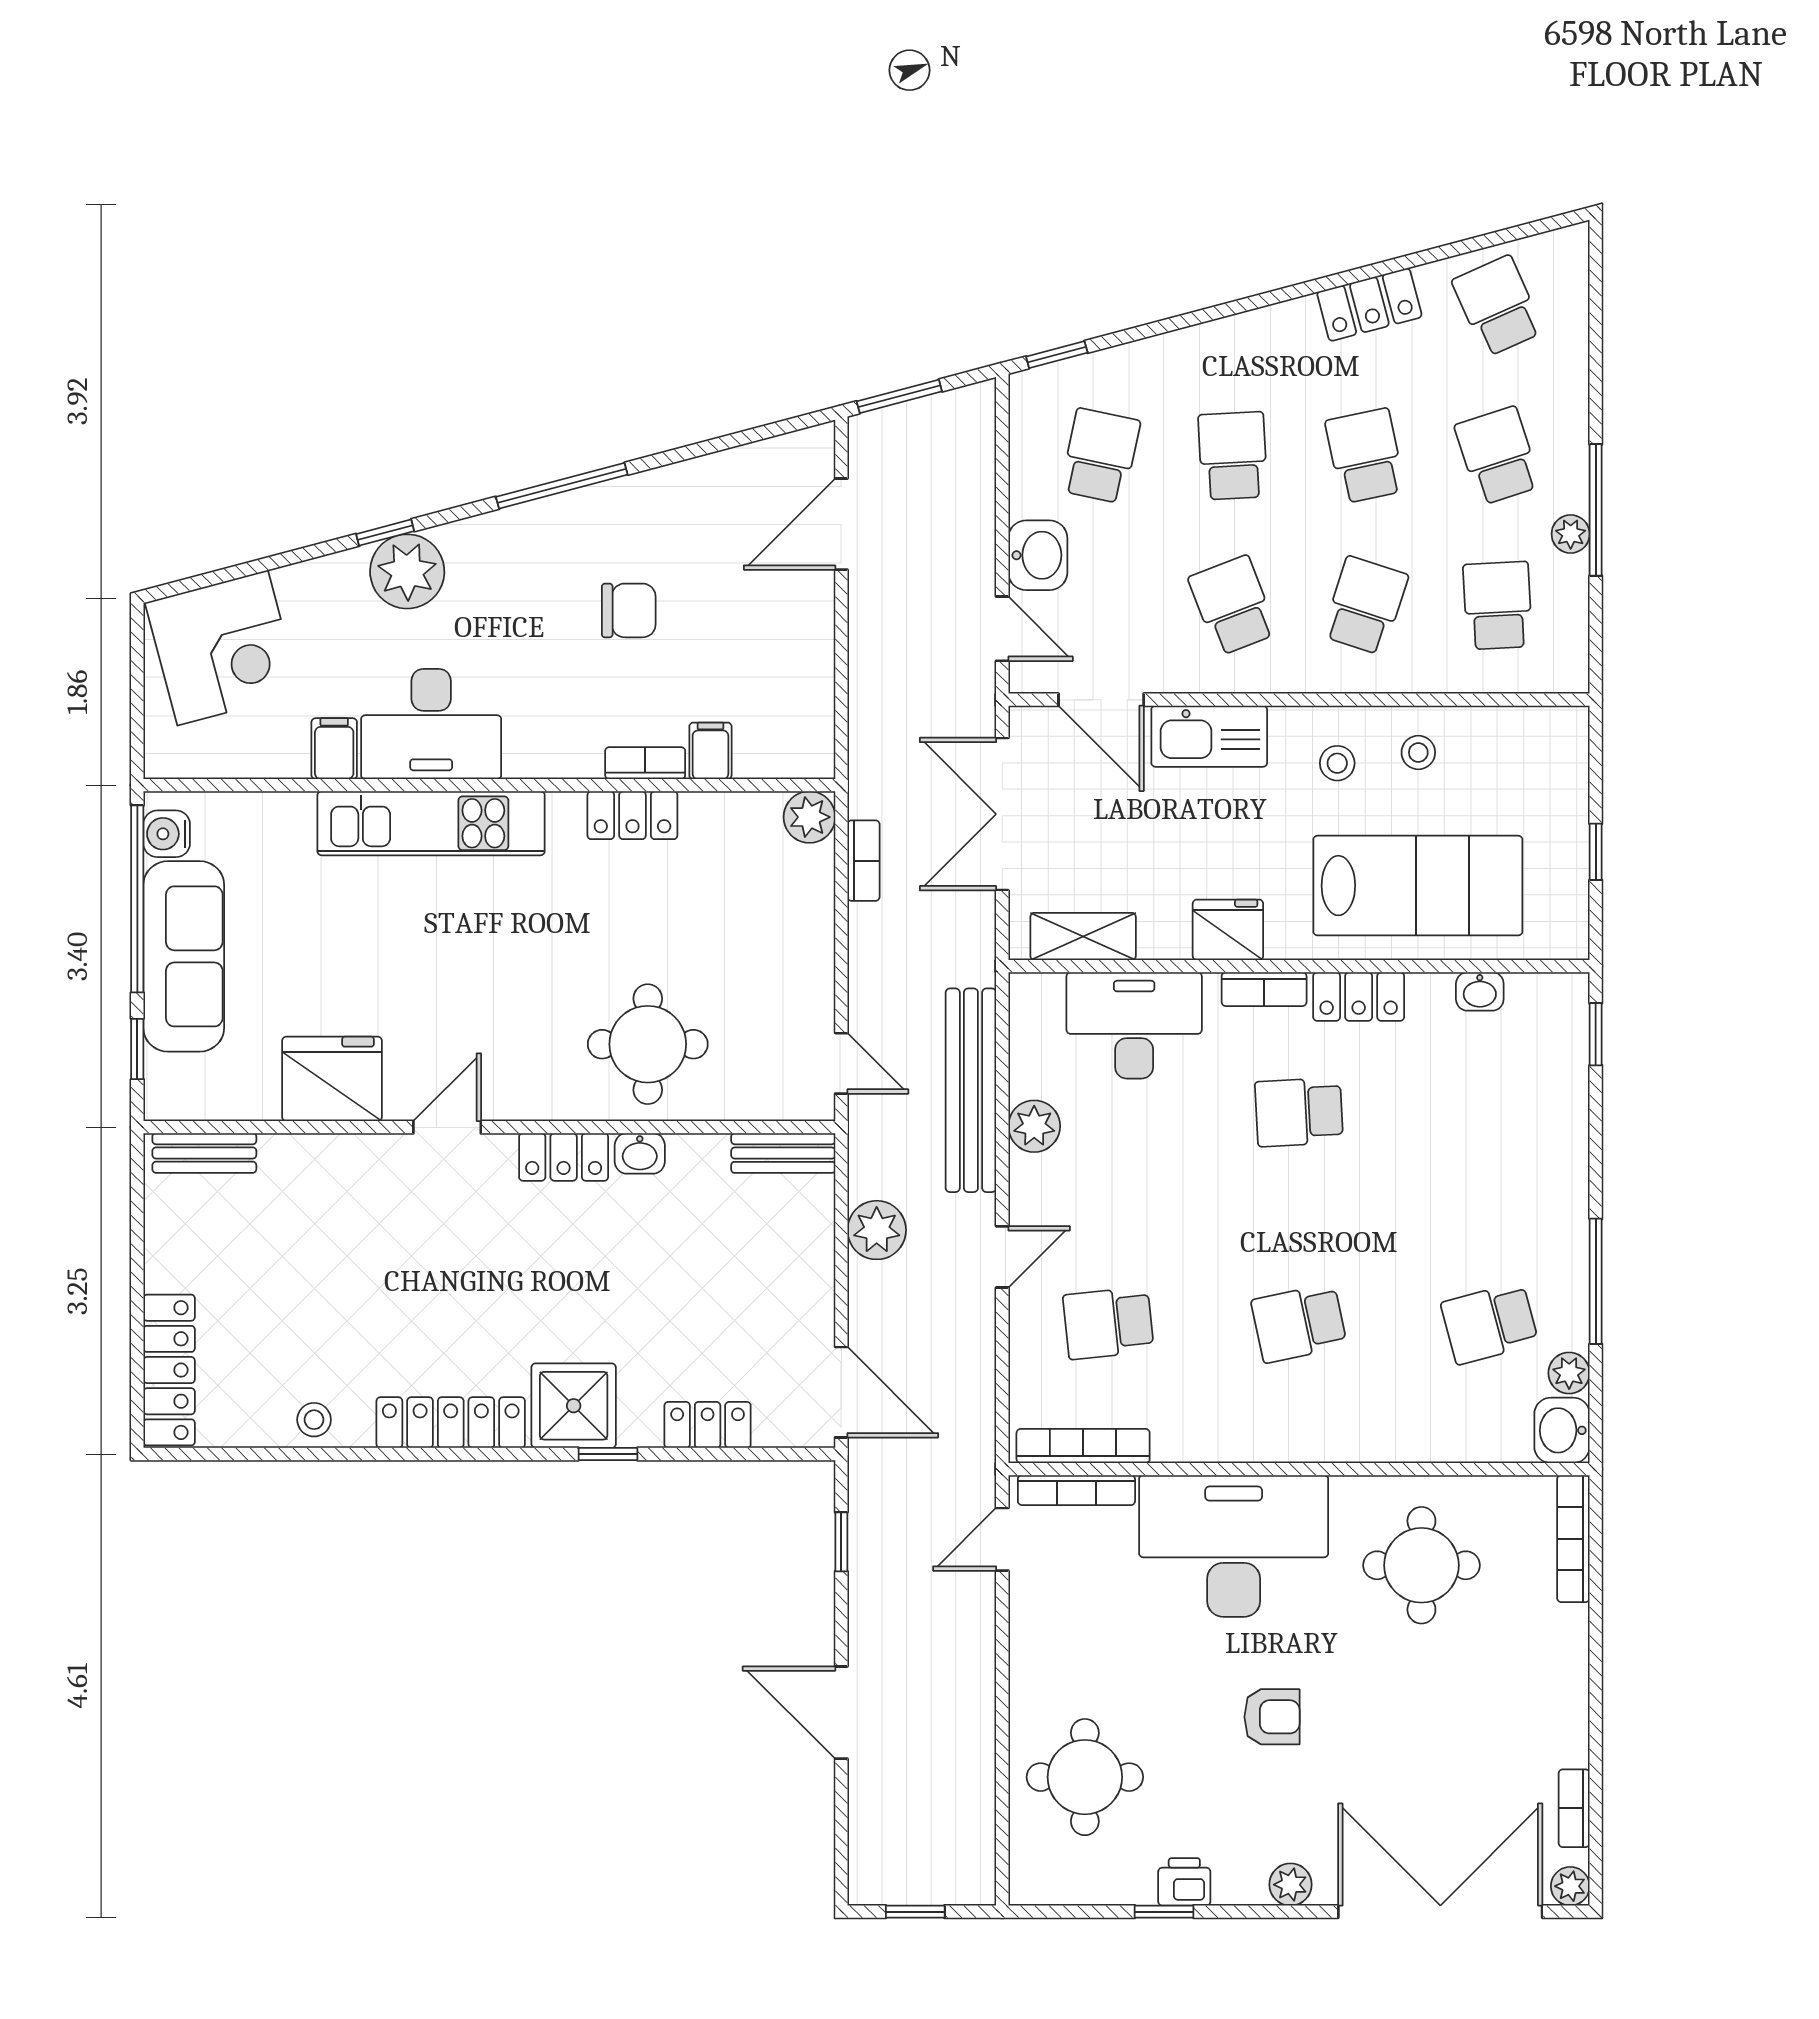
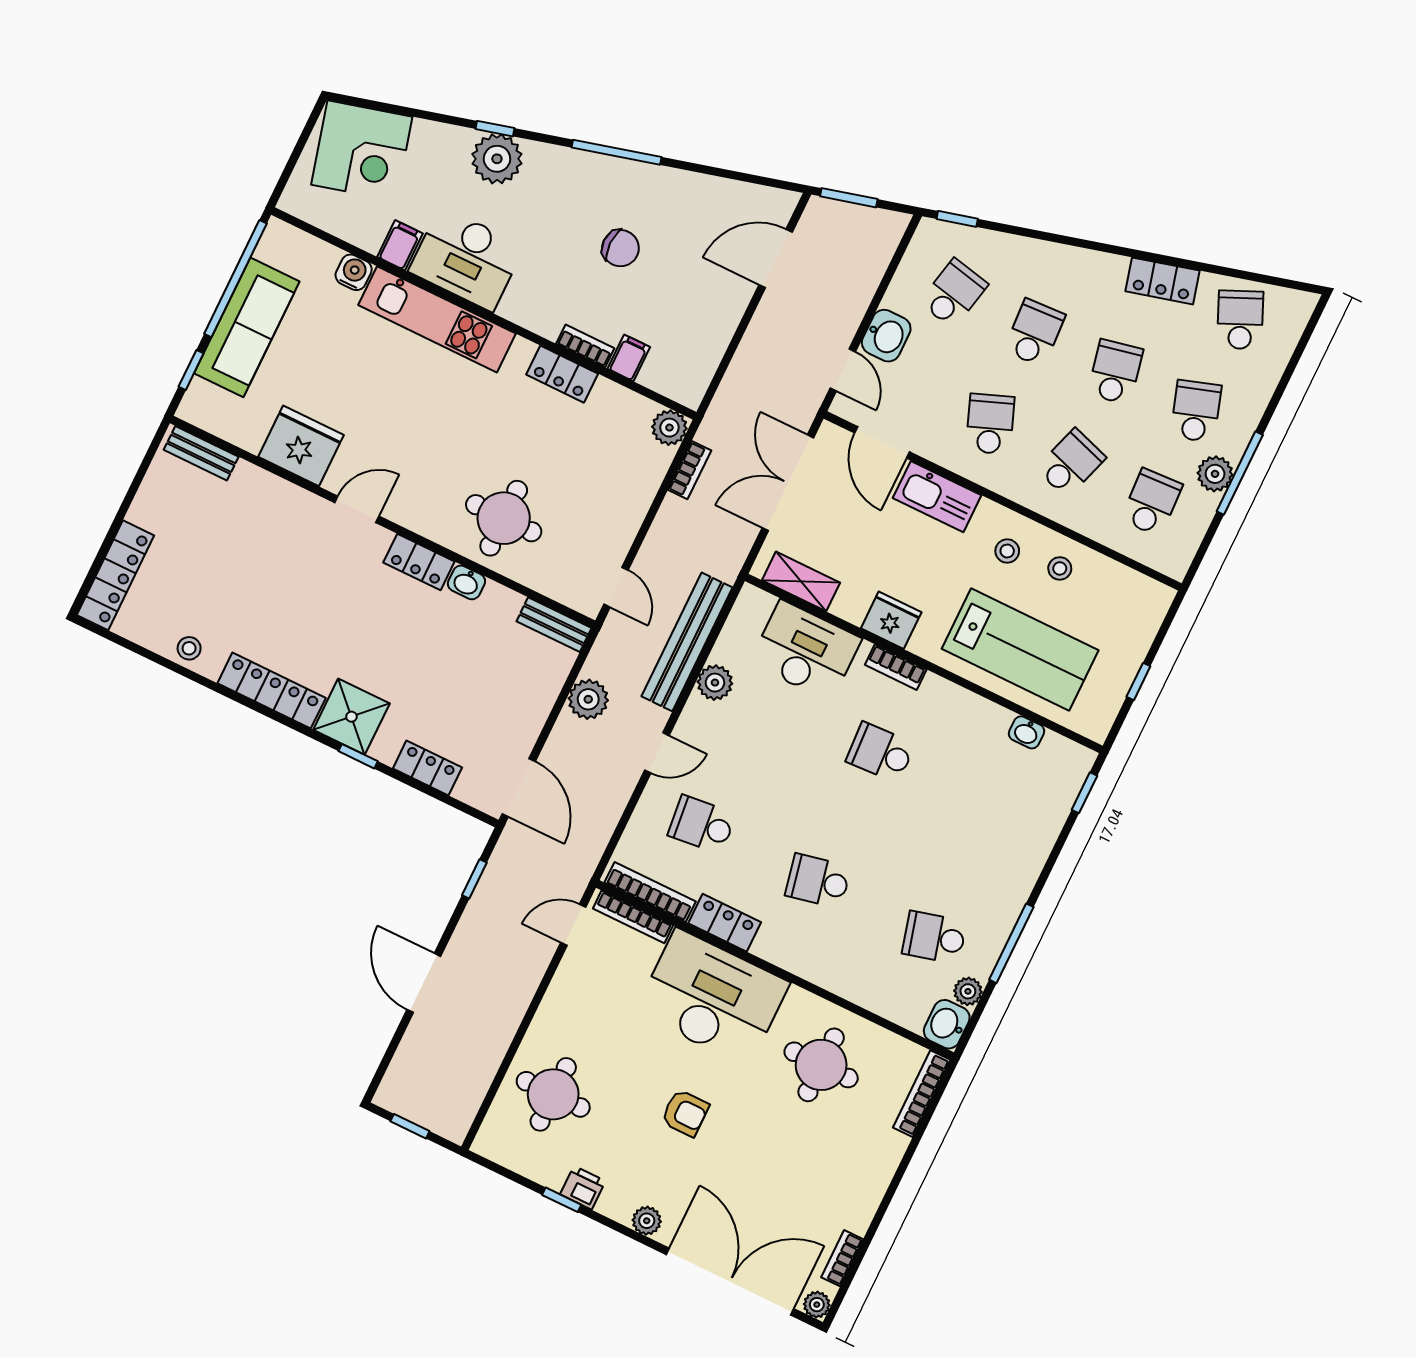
plant: (1571, 534) -> (1215, 474), width x1.38, depth x1.38
water cooler: (167, 834) -> (354, 272), moved, turned 90
locker: (1359, 997) -> (725, 923), moved, turned 180

